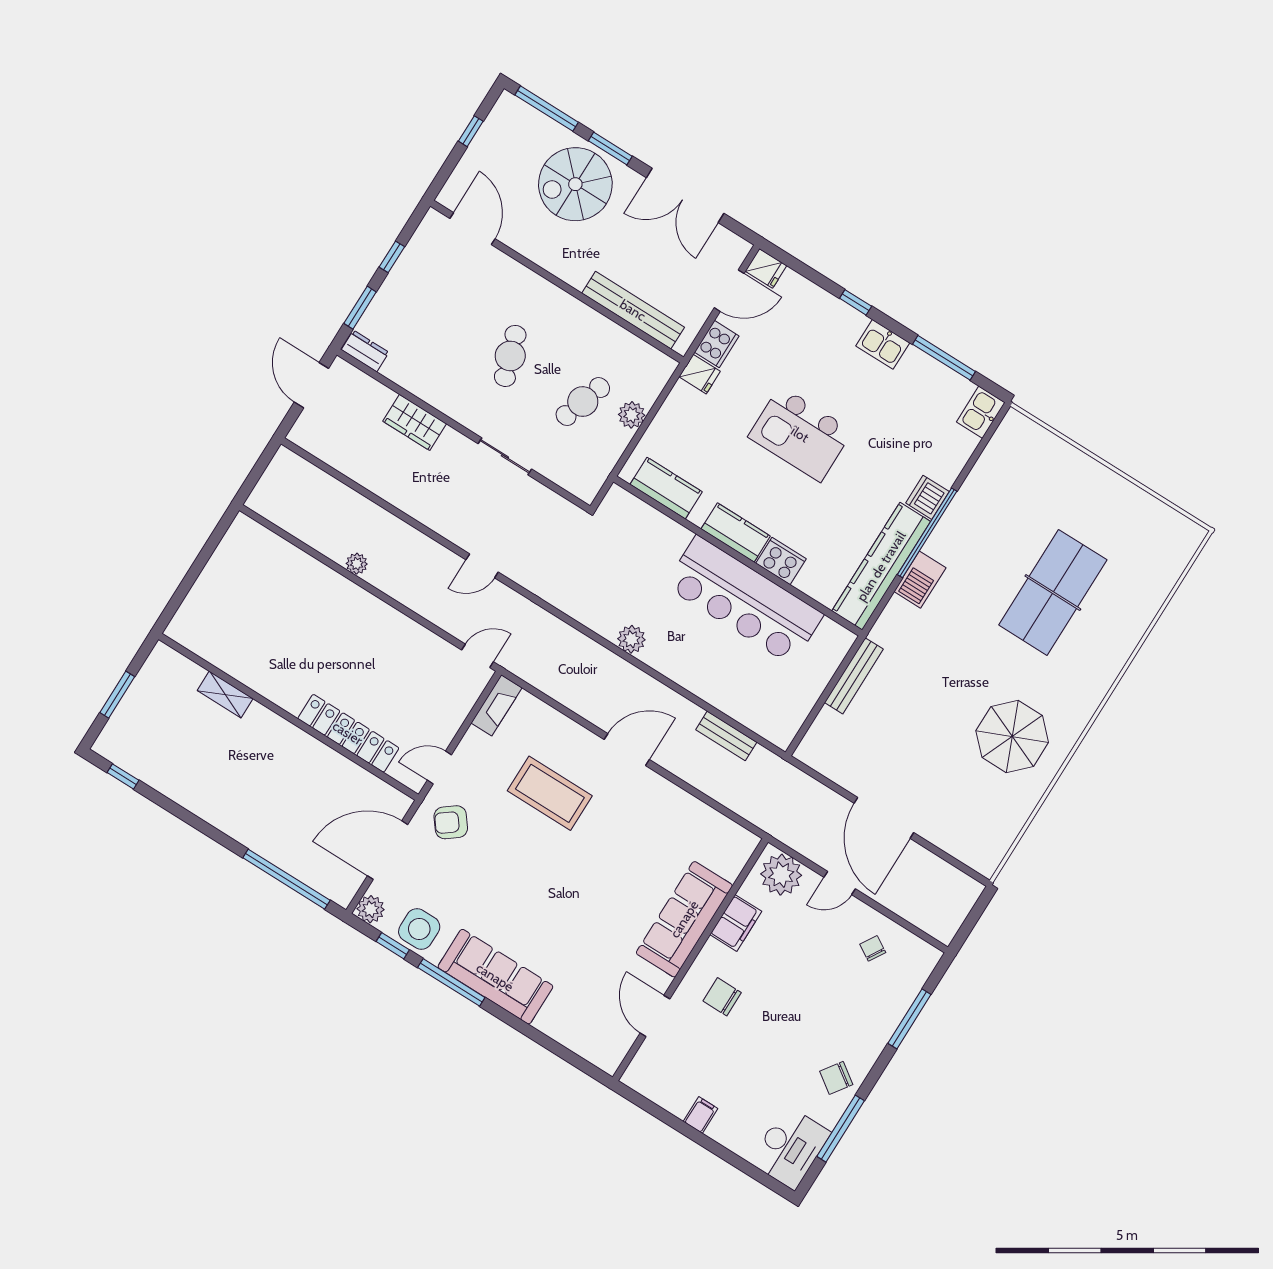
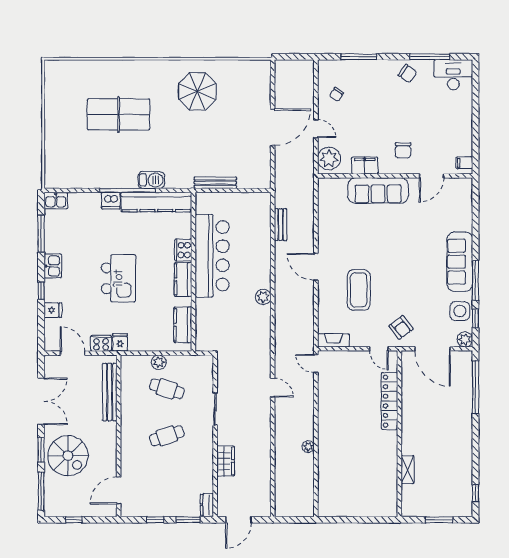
fridge: (766, 268) -> (53, 310), moved, turned 90
filing cabinet: (701, 1115) -> (464, 163), moved

